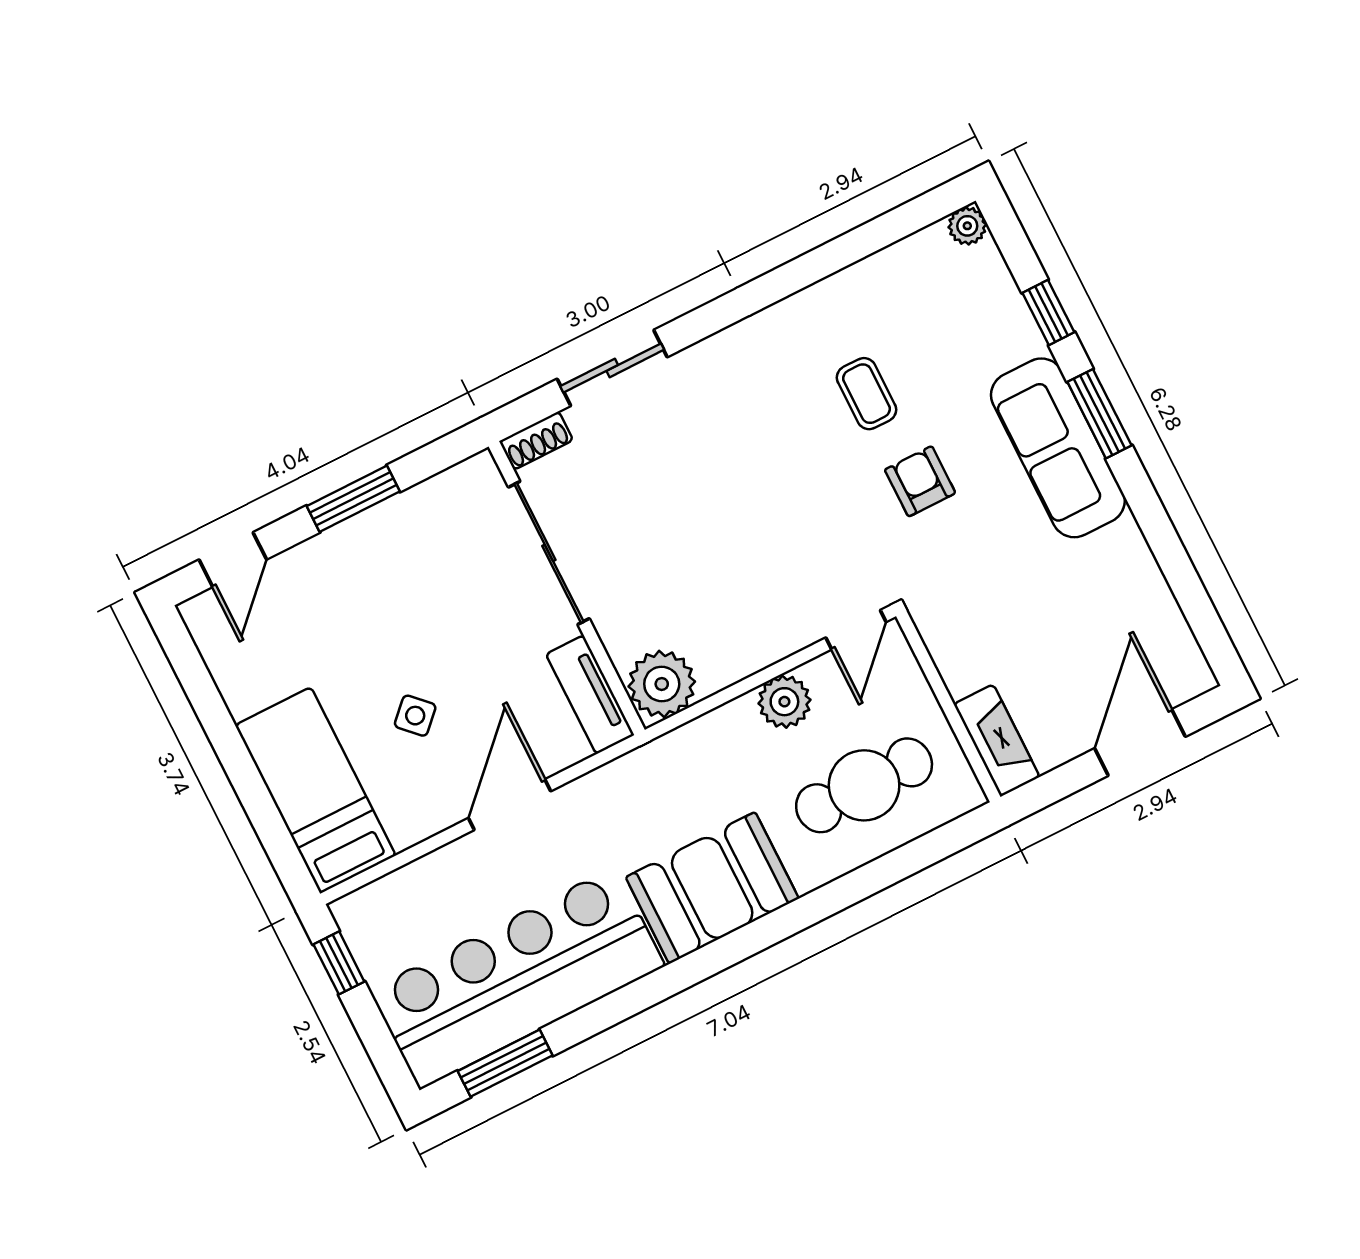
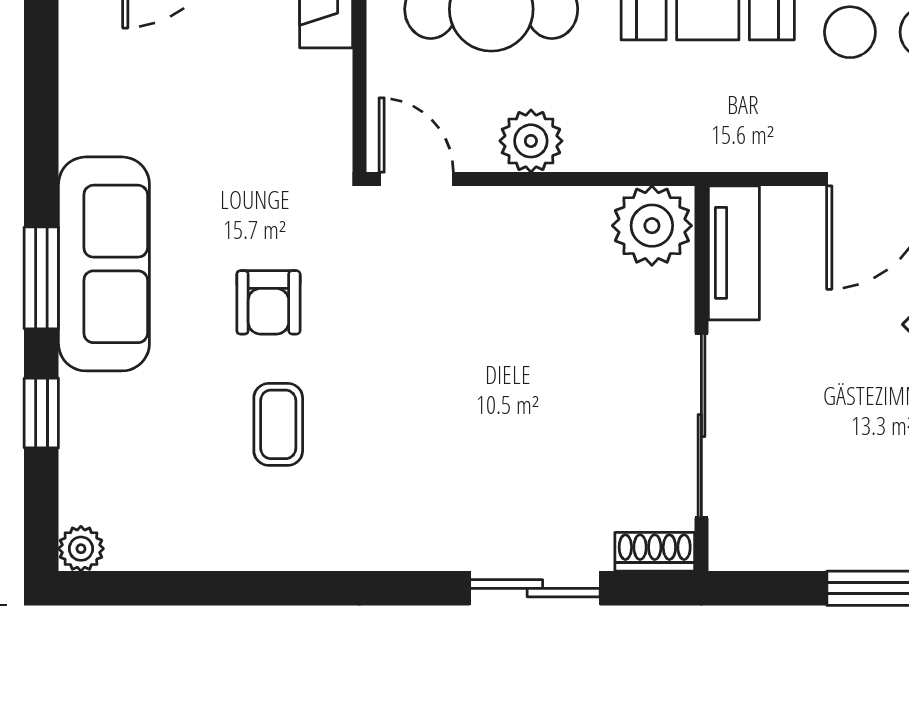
door: (856, 630) -> (416, 179), hinge flipped

